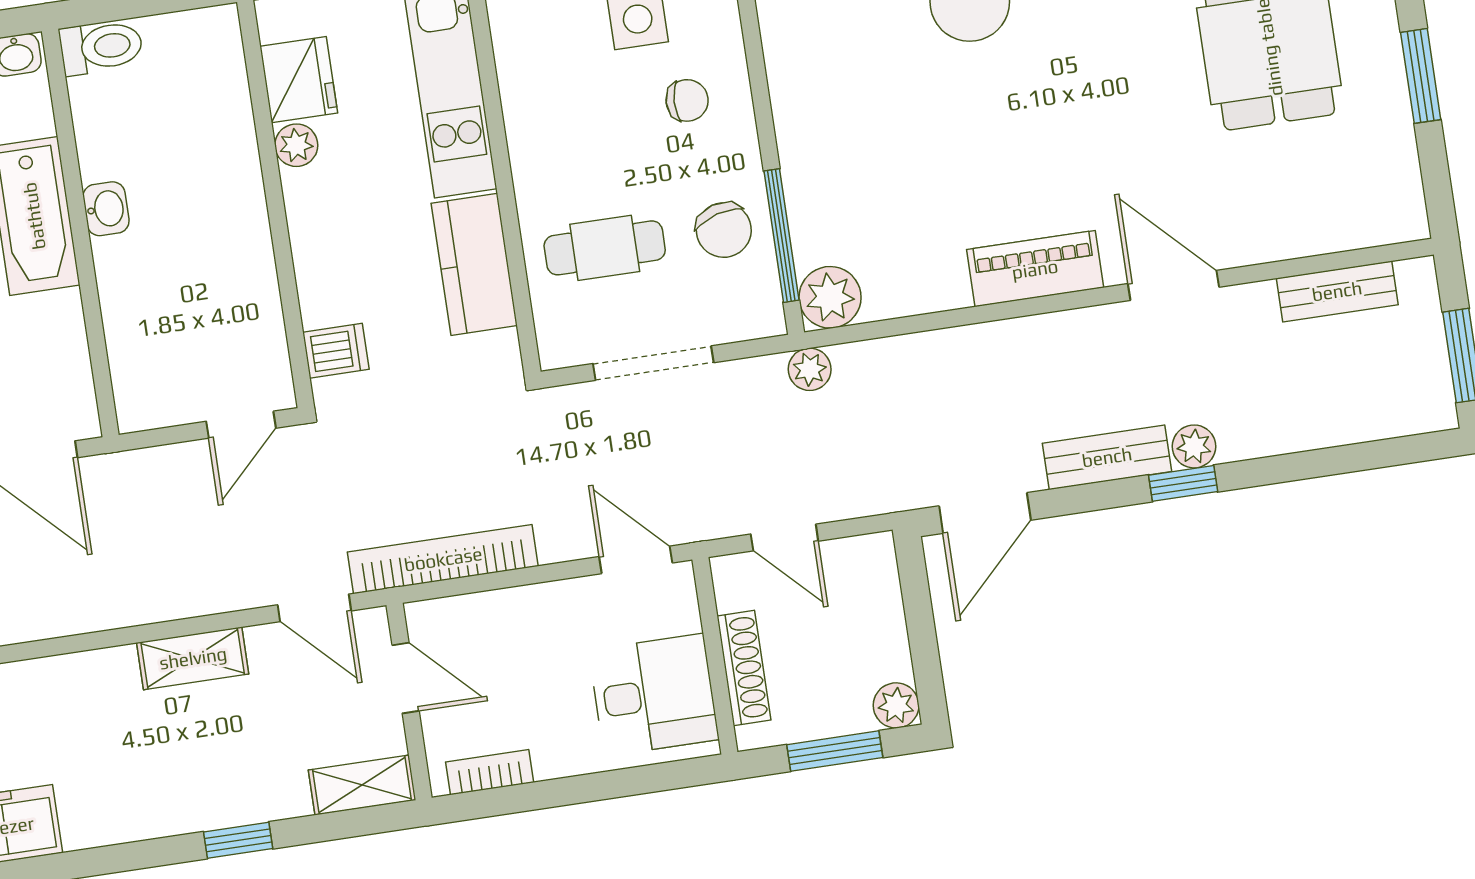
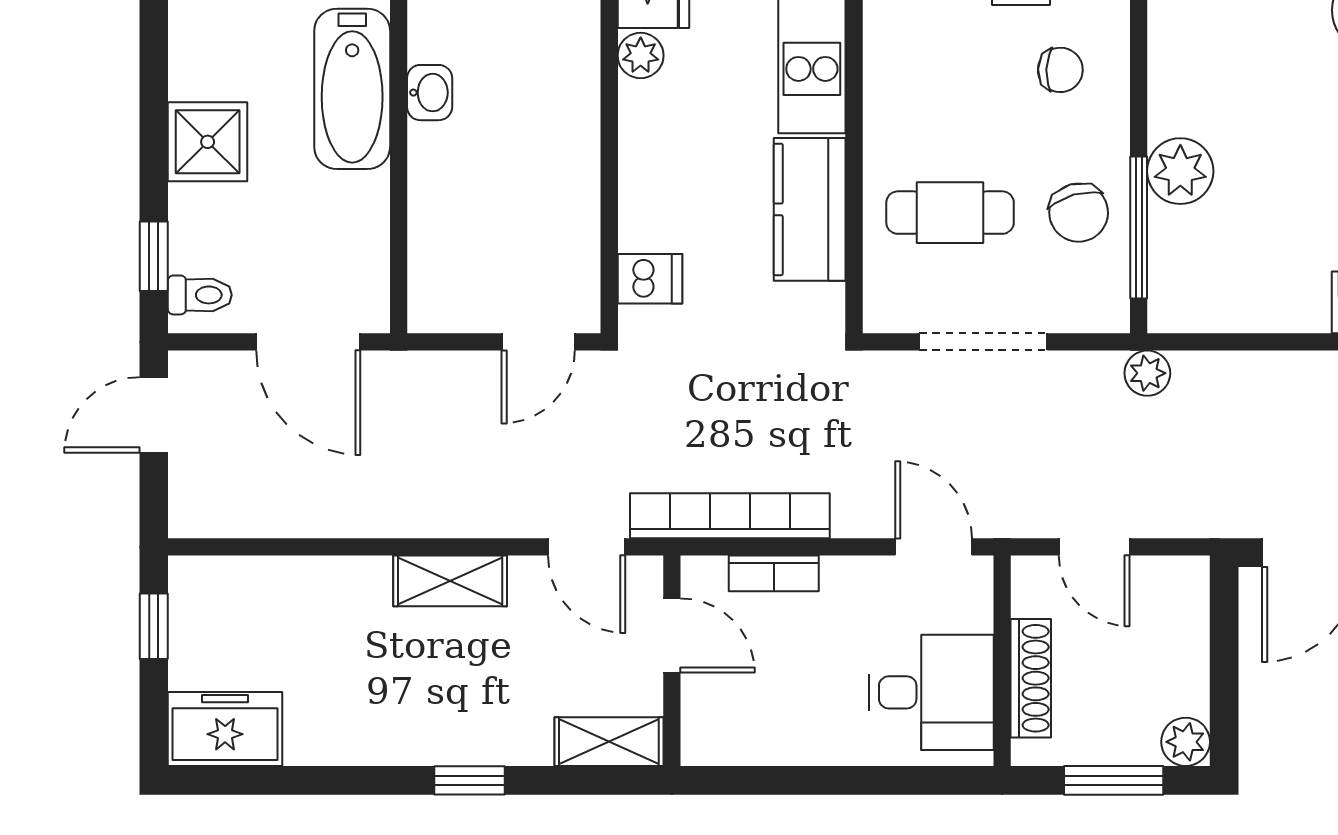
plant: (830, 297) -> (1180, 171), moved
bookcase: (490, 772) -> (774, 573), moved, turned 180

